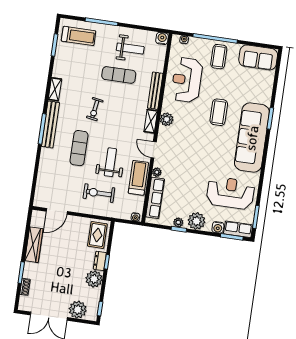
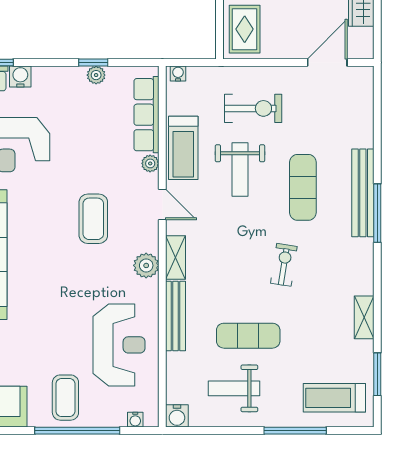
shelving: (55, 89) -> (364, 317), moved
coffee table: (219, 112) -> (93, 219), moved
bench: (50, 124) -> (363, 193), moved
plant: (196, 221) -> (62, 83), removed

